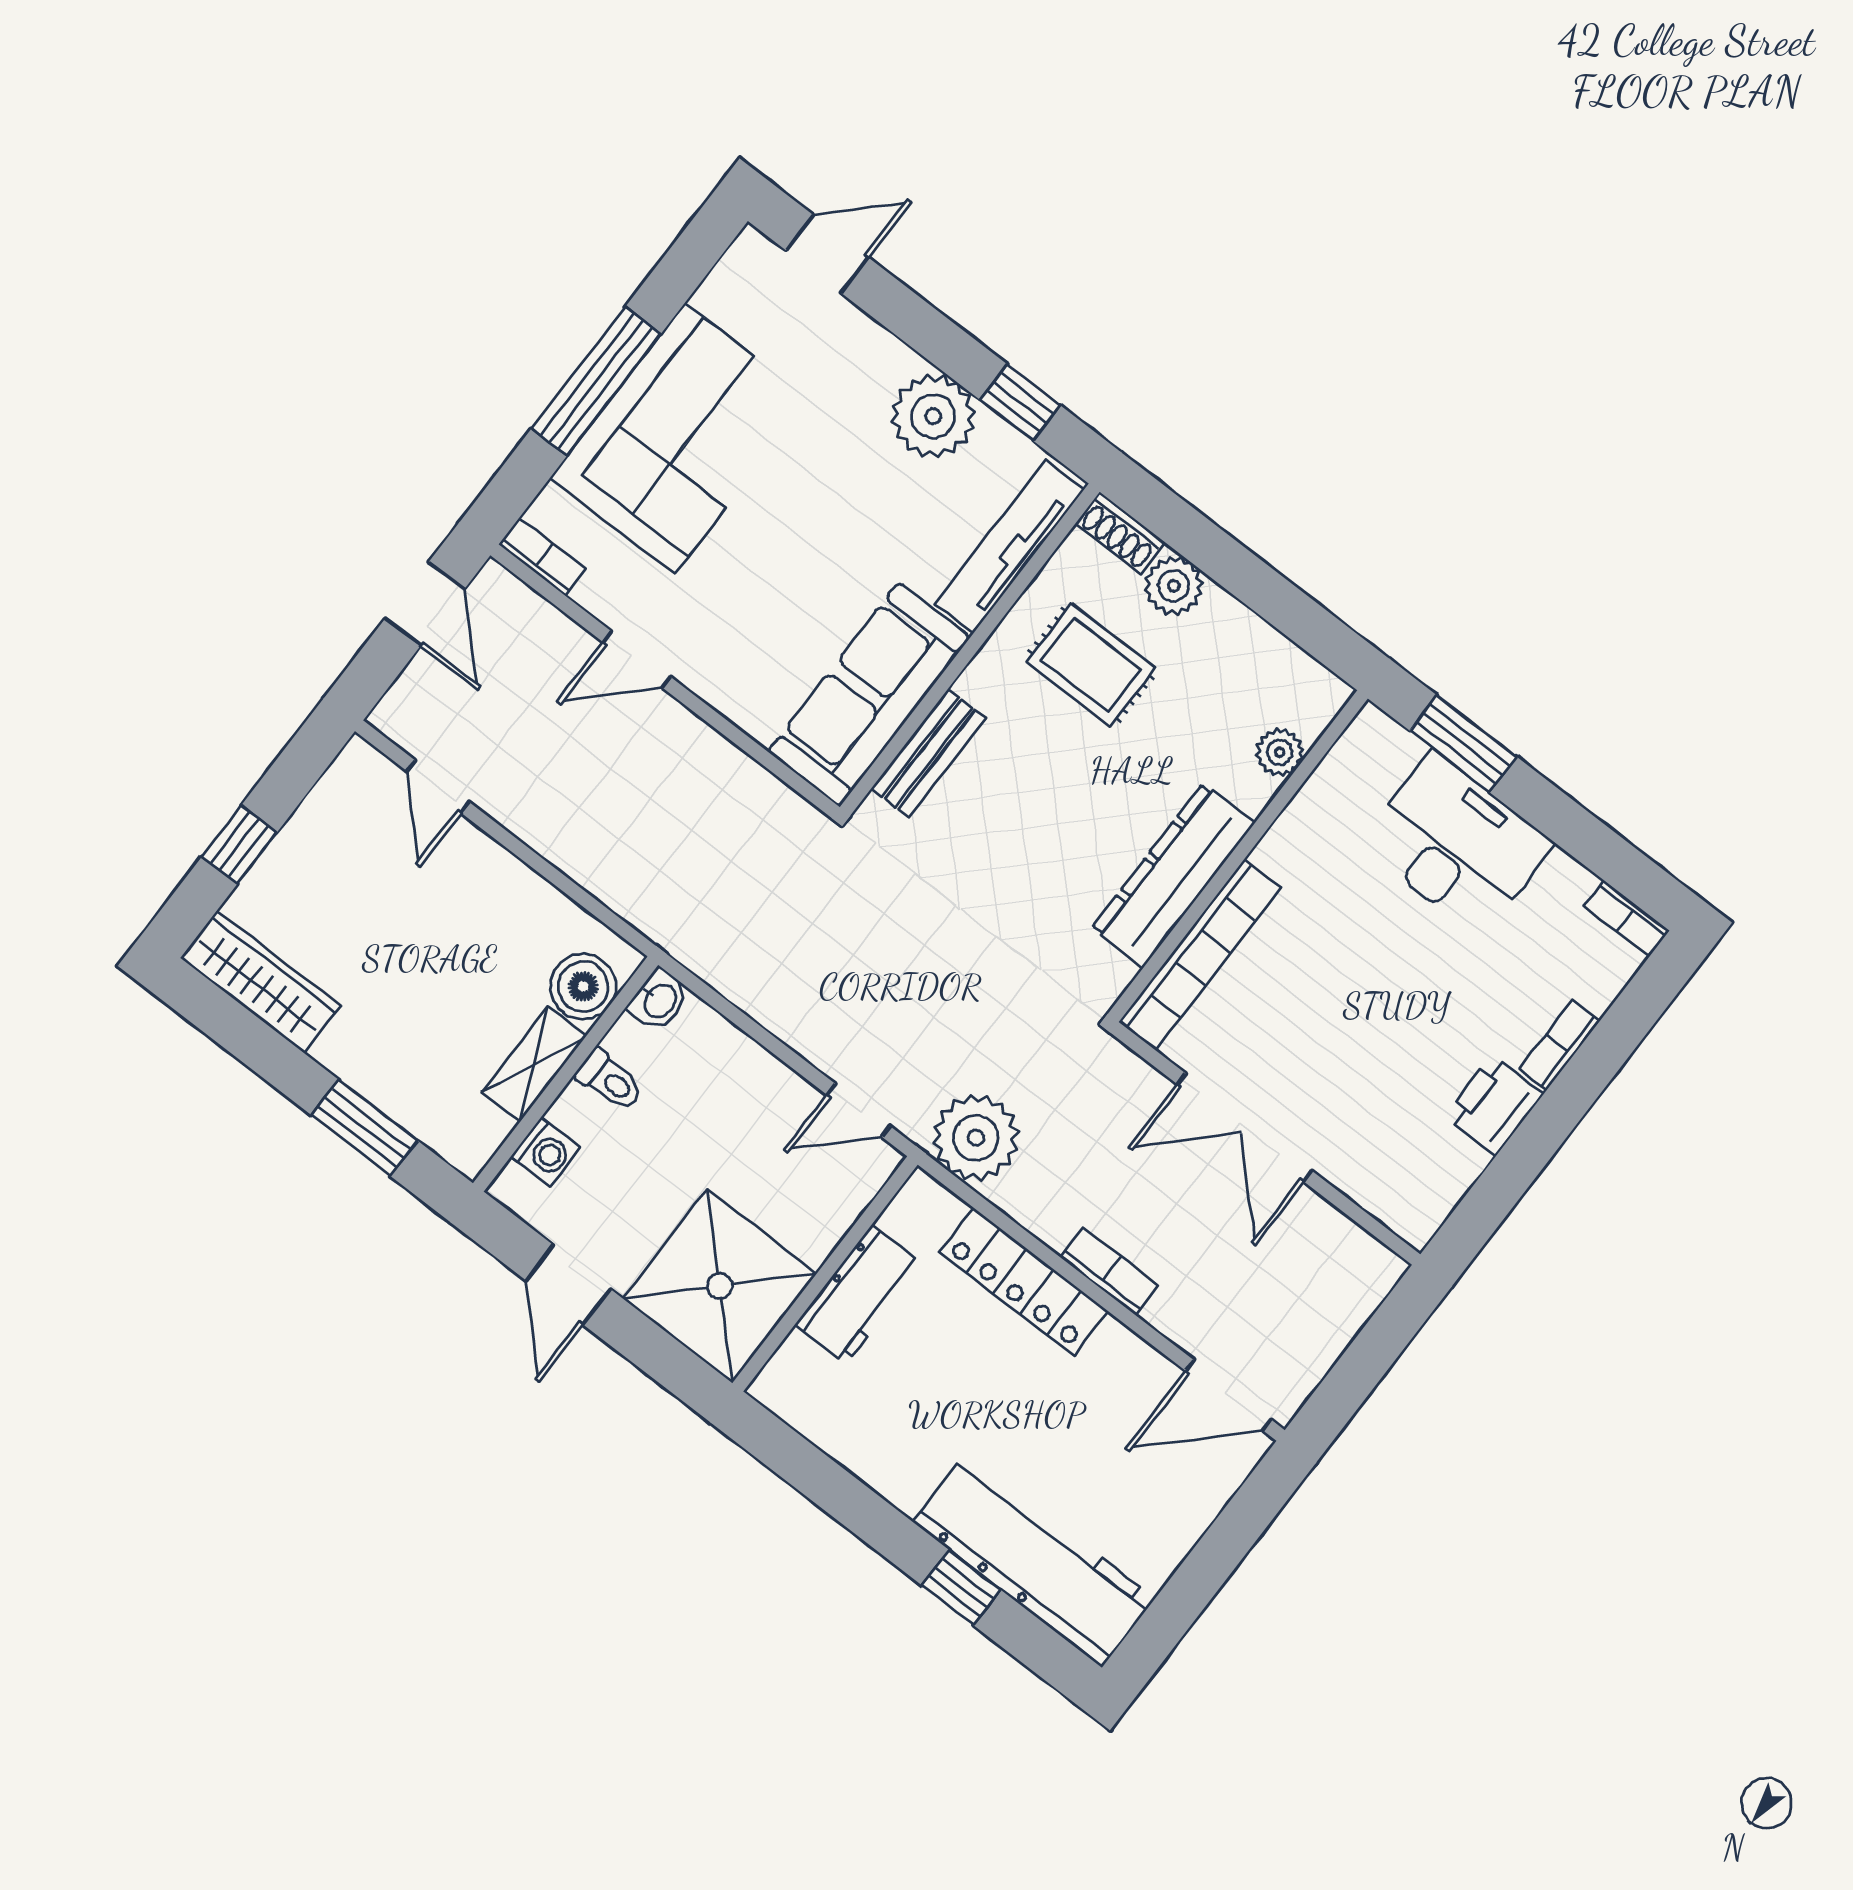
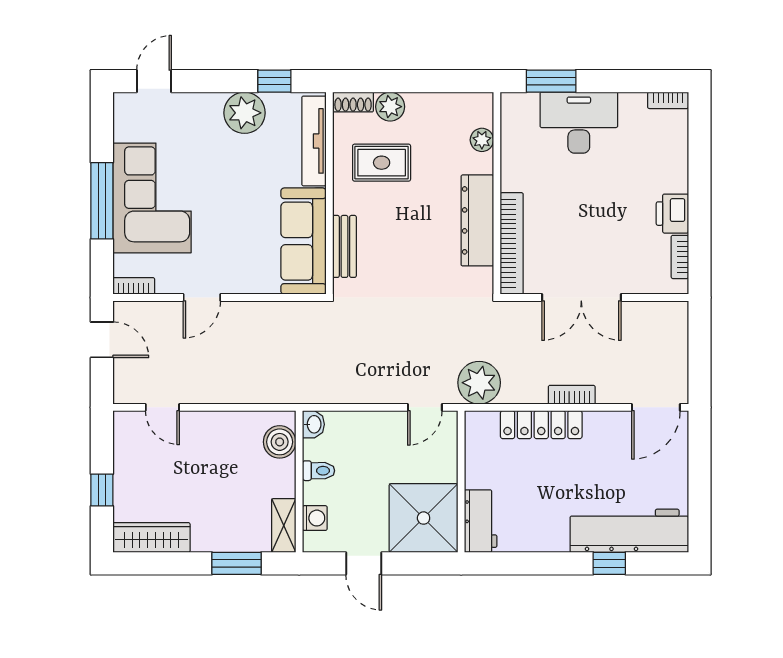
bookcase: (1559, 1045) -> (680, 257), moved
shelving: (534, 1064) -> (284, 525), moved
workbench: (859, 1295) -> (481, 521), moved

